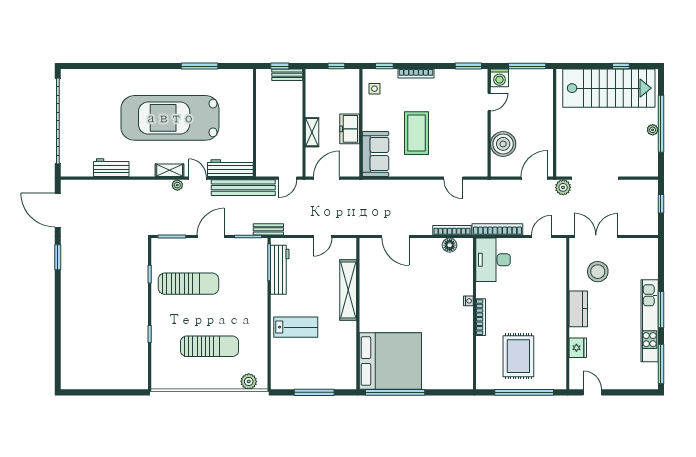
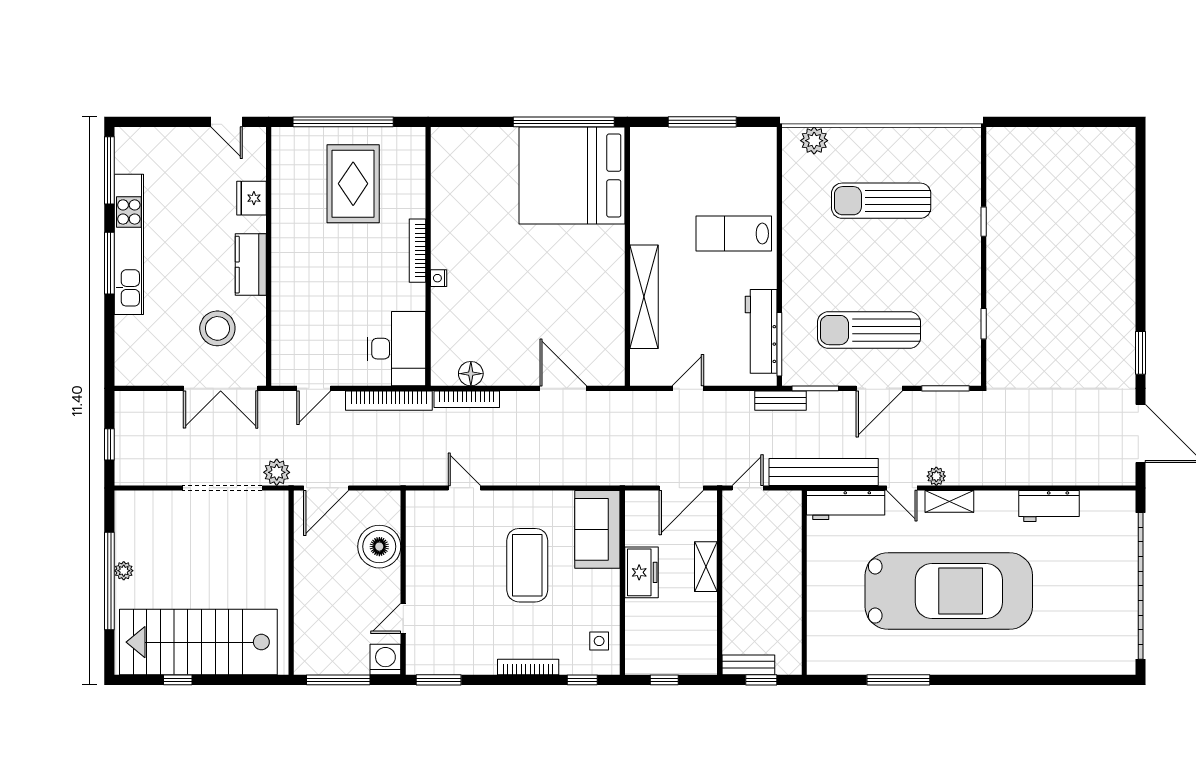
sun lounger: (188, 284) -> (869, 330), moved

